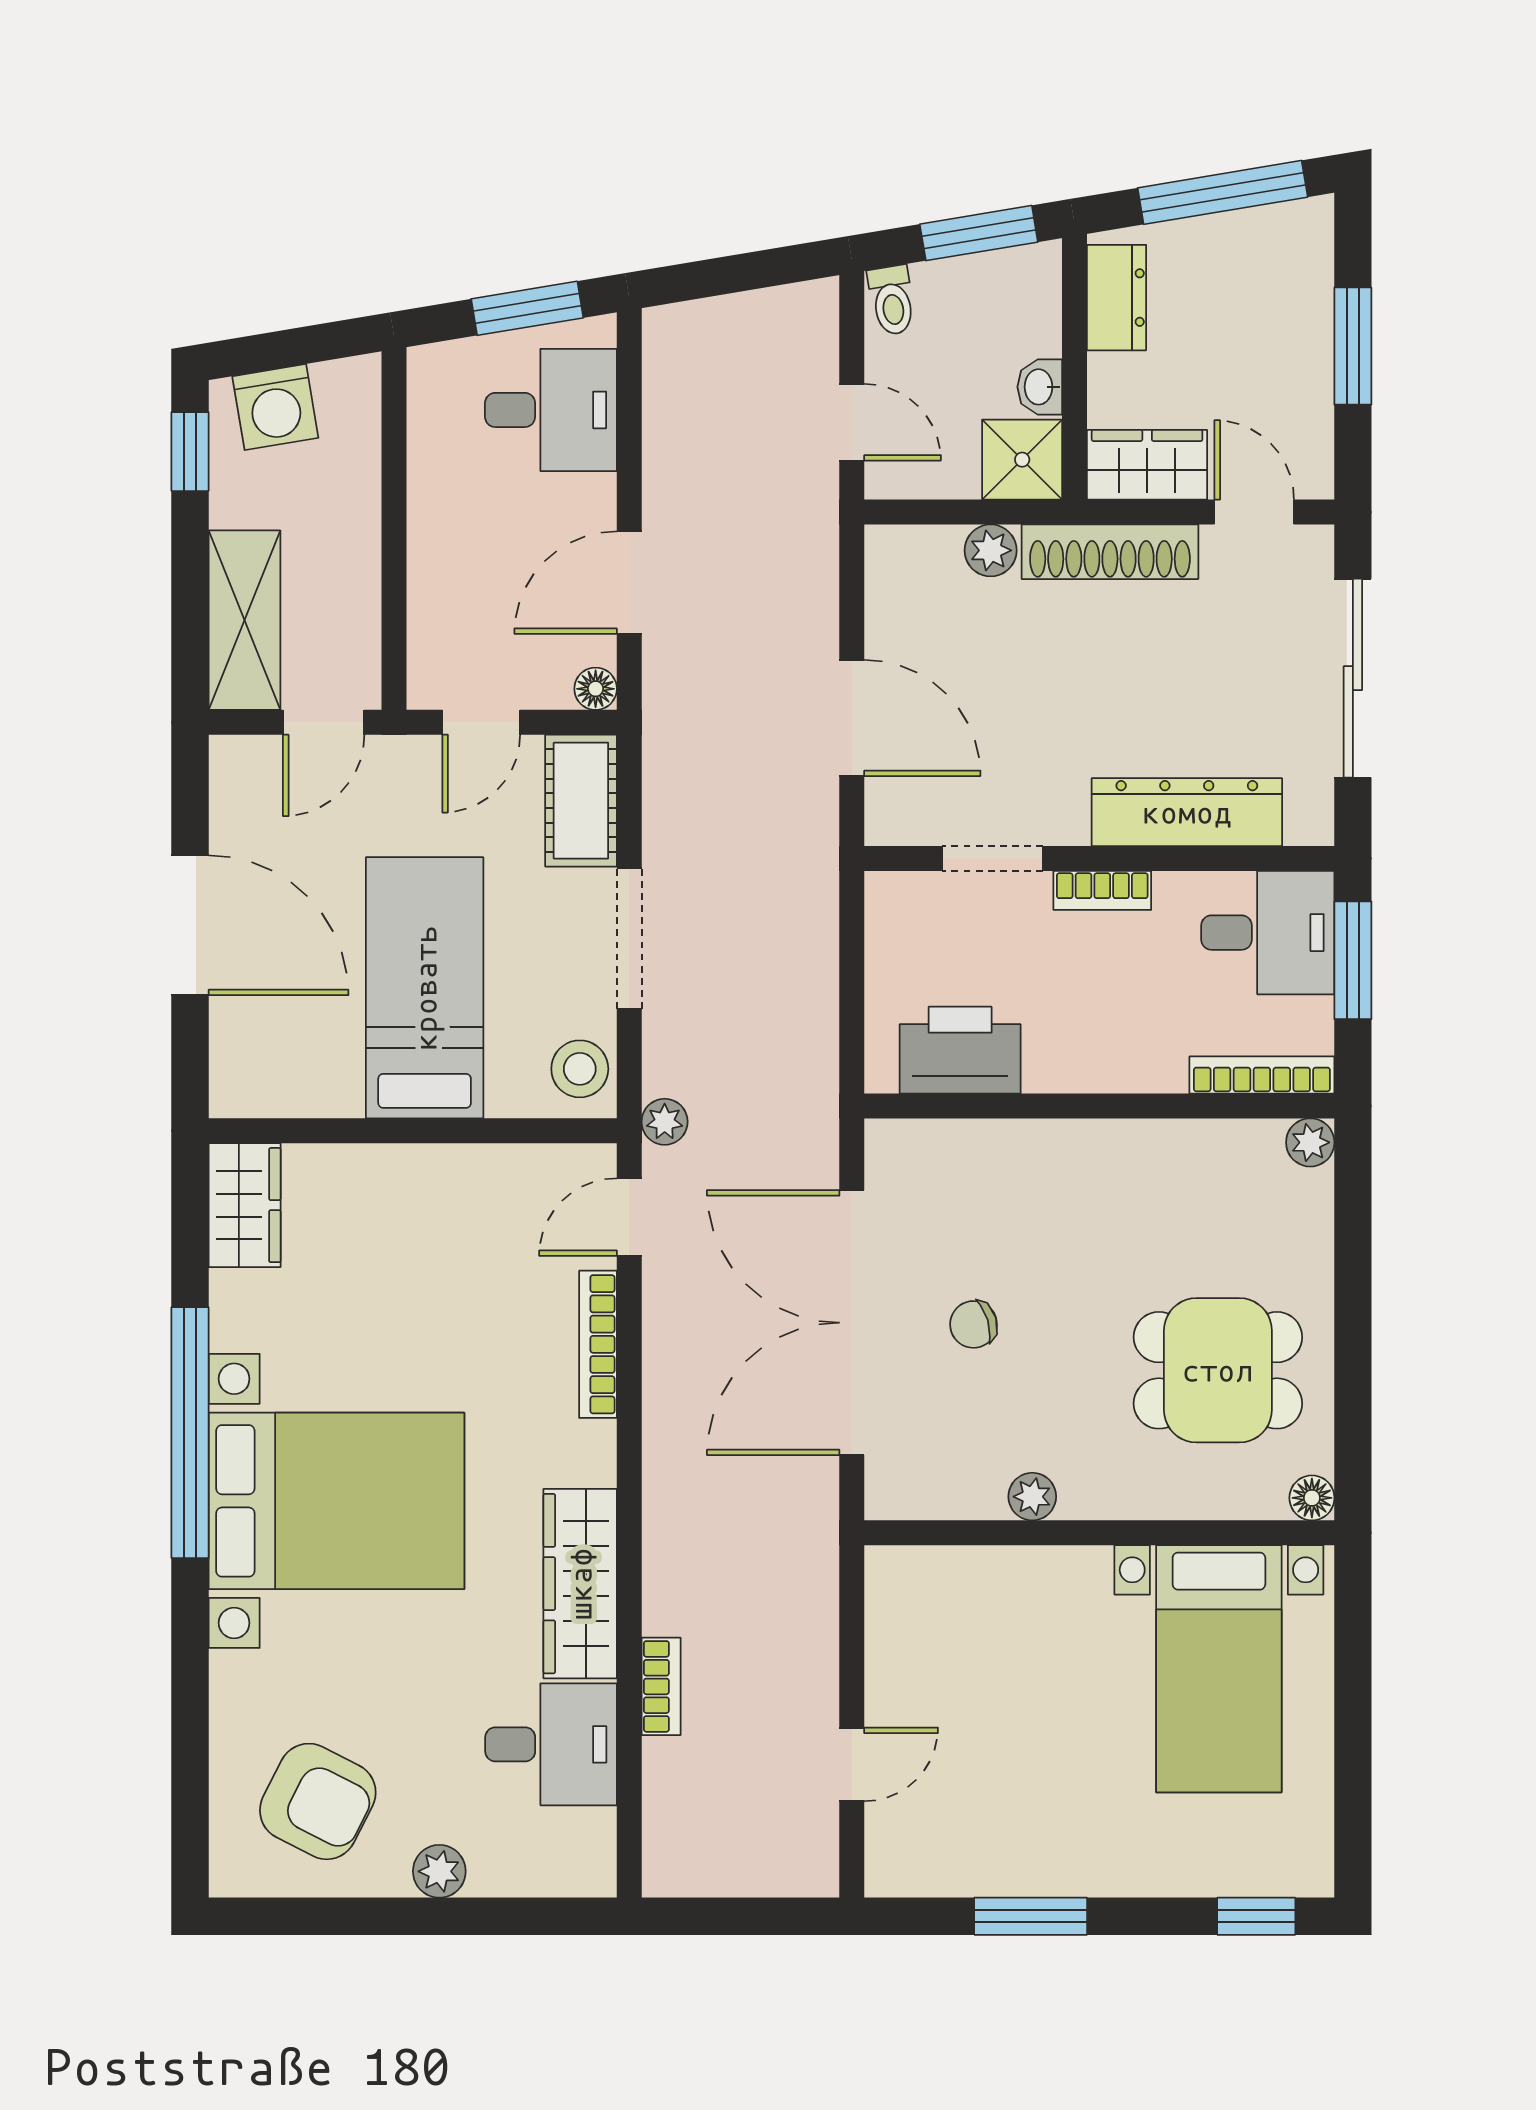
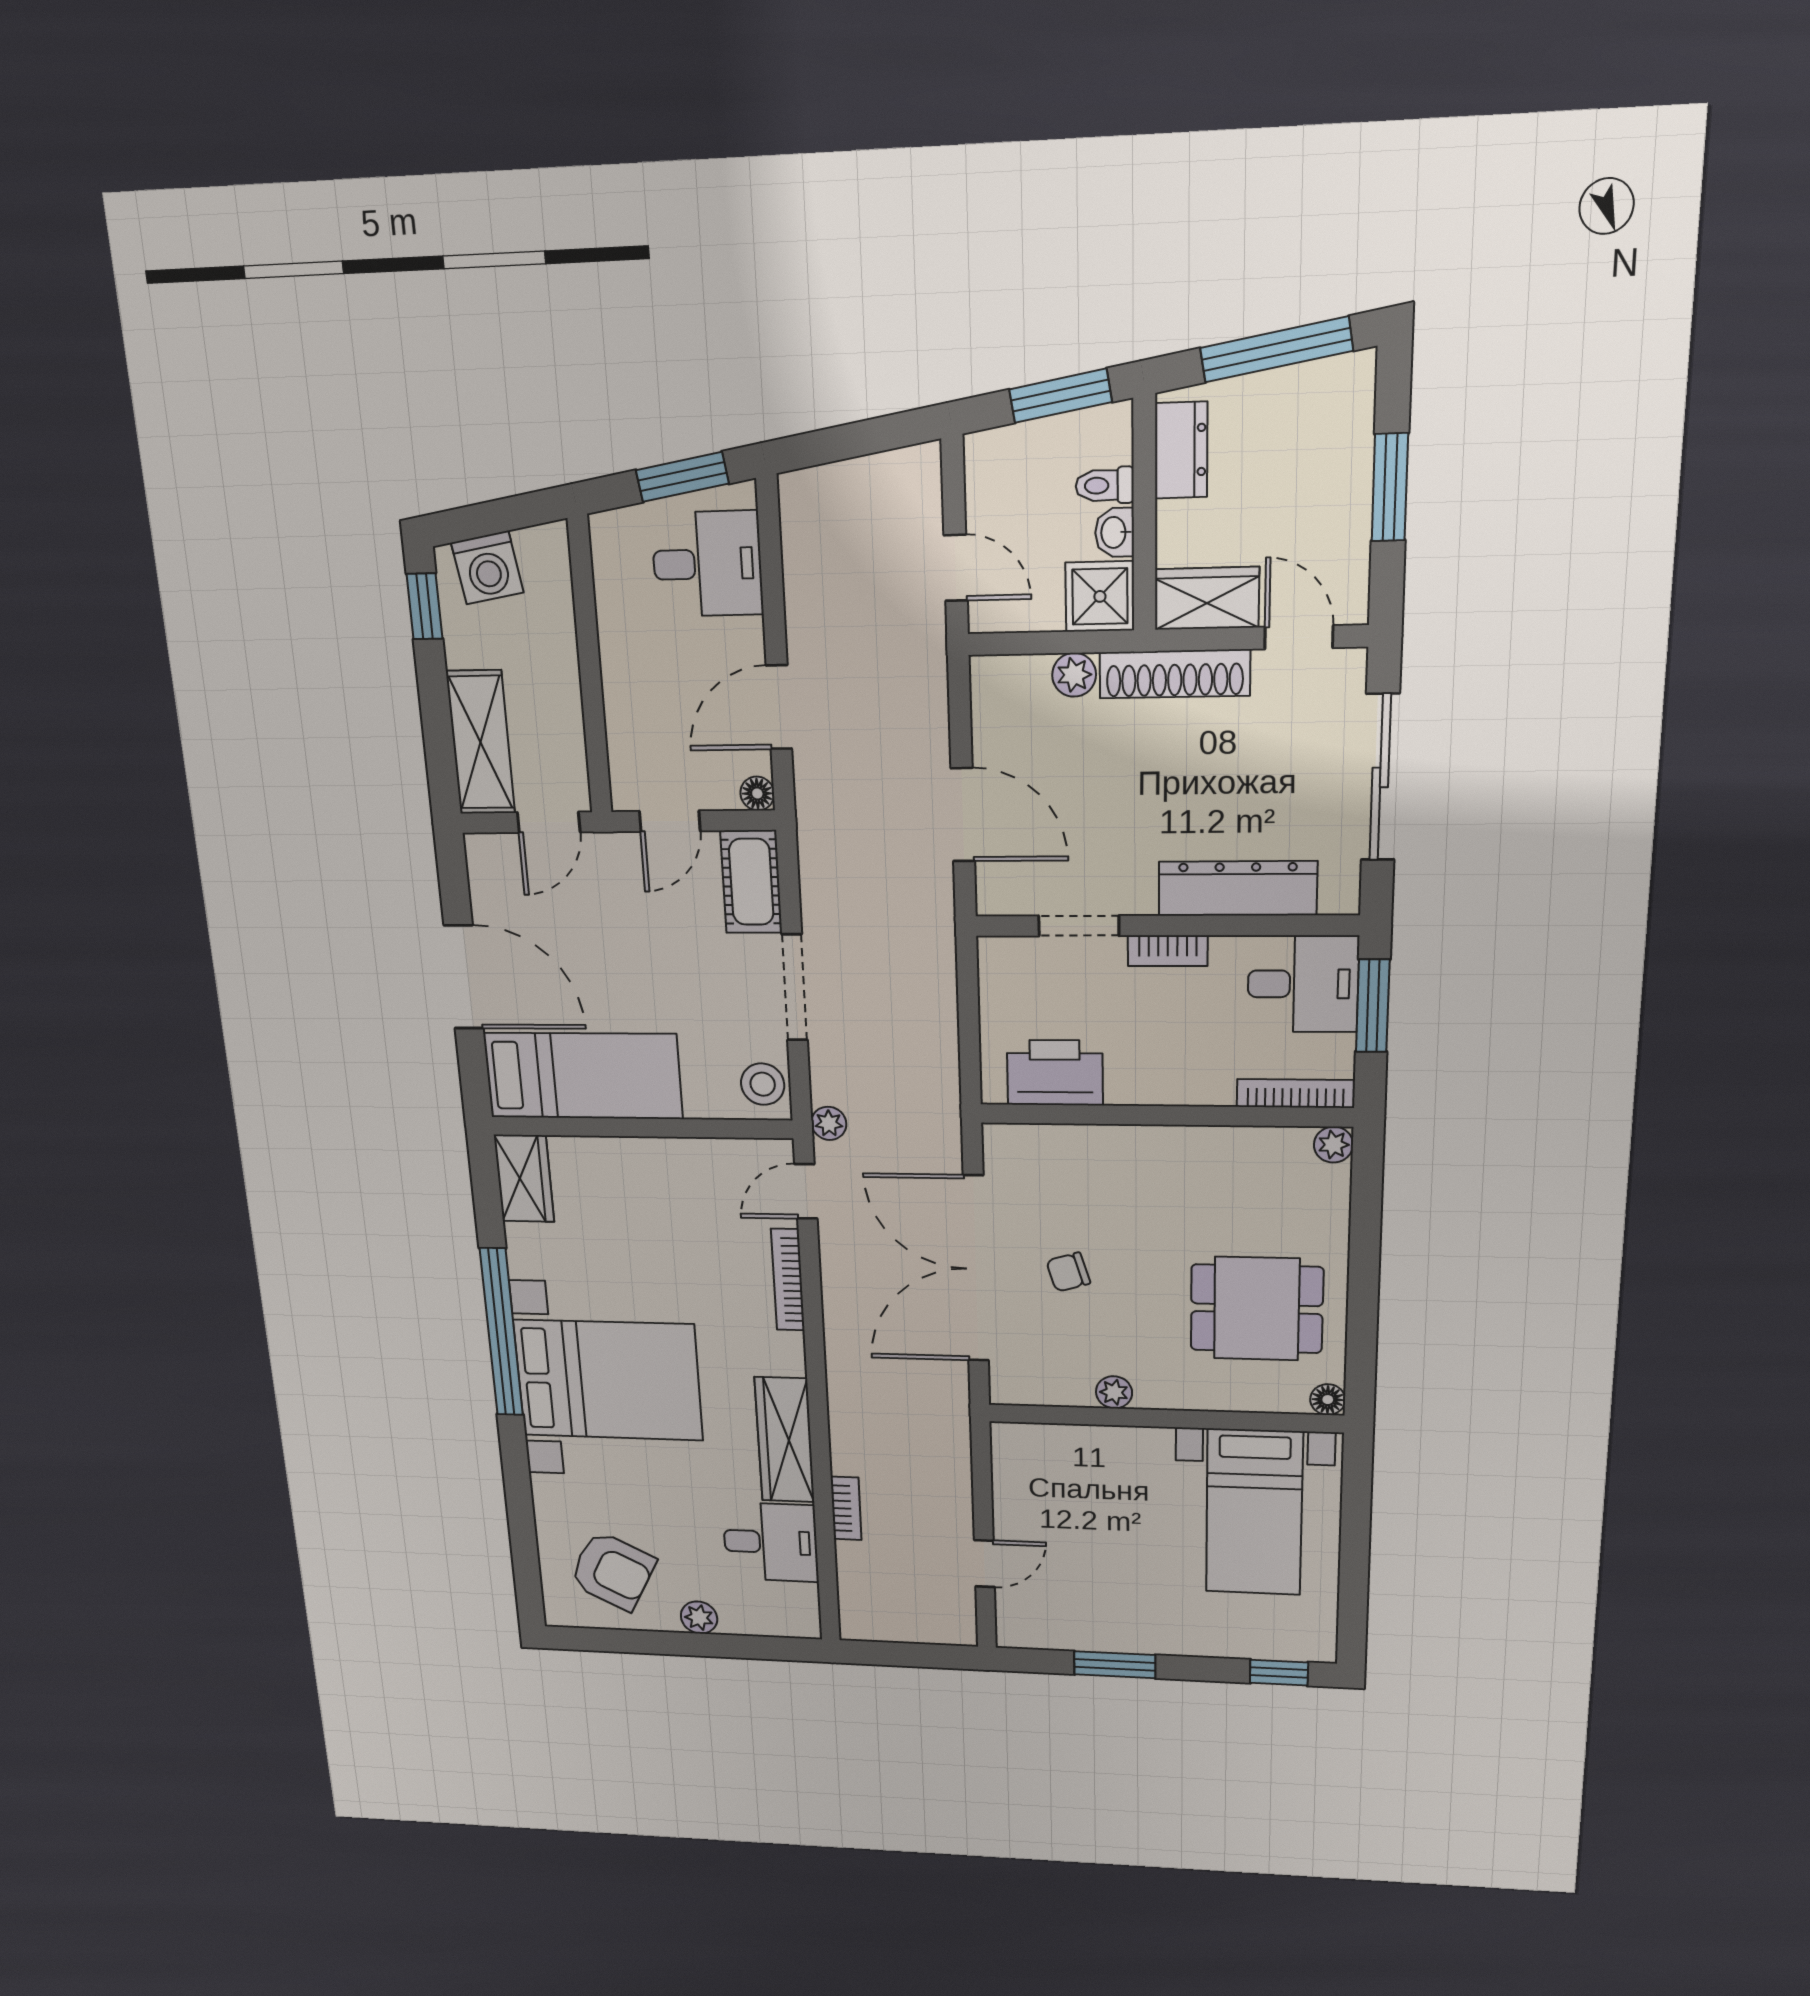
toilet: (892, 300) -> (1105, 485), moved, turned 99
bed: (425, 988) -> (583, 1076), moved, turned 90

